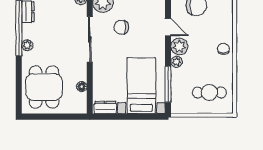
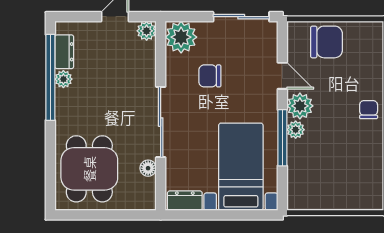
sliding door: (90, 39) -> (161, 122), moved
plant: (27, 45) -> (63, 79), moved
window: (168, 84) -> (282, 138), moved
cafe table: (209, 93) -> (347, 177), removed

